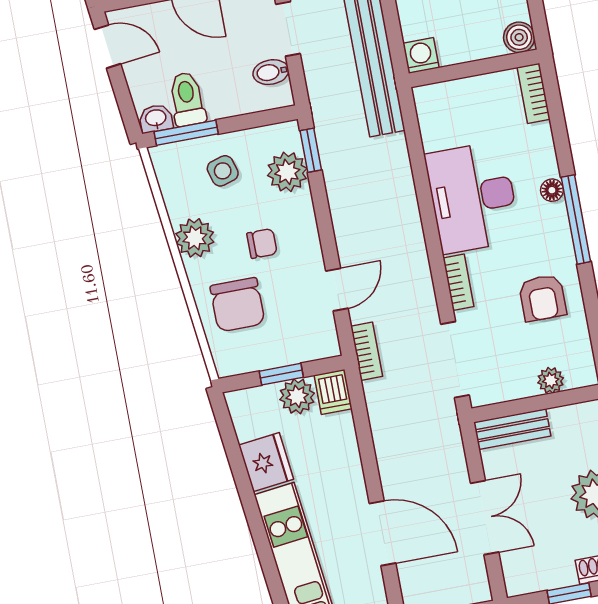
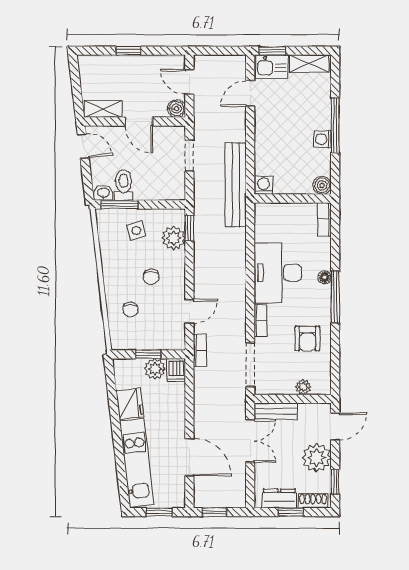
bidet: (271, 72) -> (175, 179), removed
plant: (195, 238) -> (113, 266), removed
chair: (262, 243) -> (151, 277), turned 90
chair: (237, 305) -> (130, 309), width x0.54, depth x0.54
double door: (485, 518) -> (250, 441), moved
dresser: (545, 574) -> (279, 499), added

